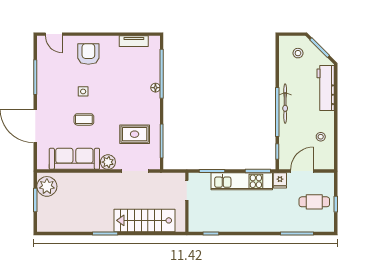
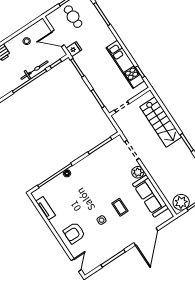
bicycle: (285, 104) -> (35, 70), moved
rug: (135, 134) -> (107, 167), removed
kitchen unit: (242, 181) -> (125, 64), moved, turned 180

